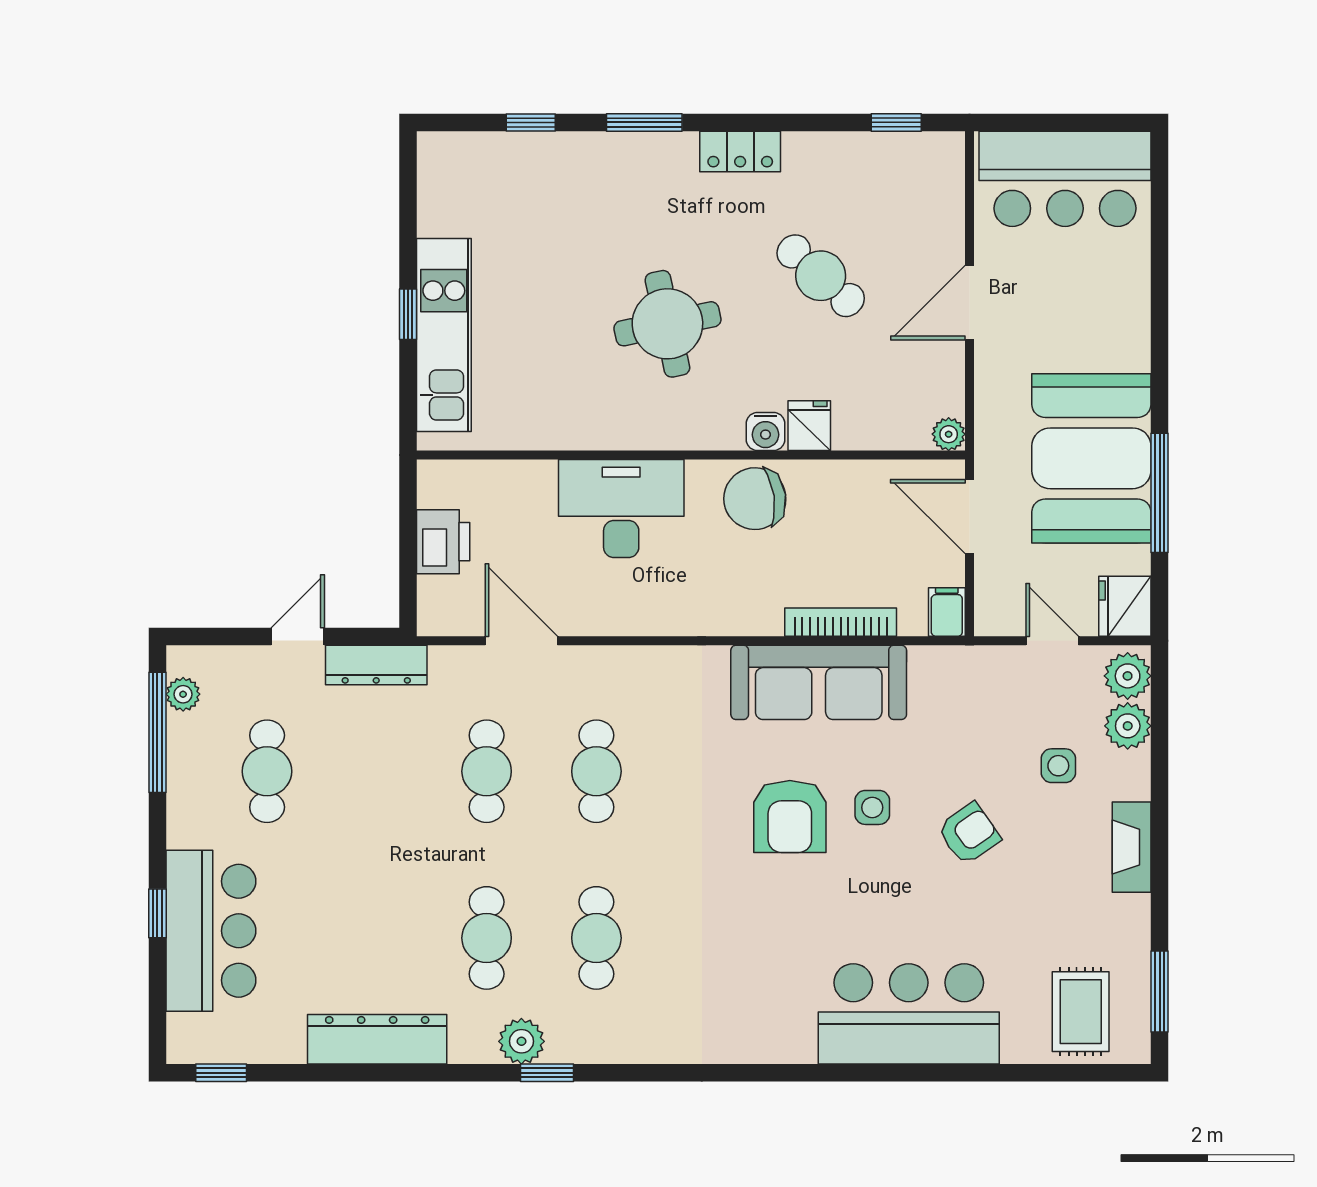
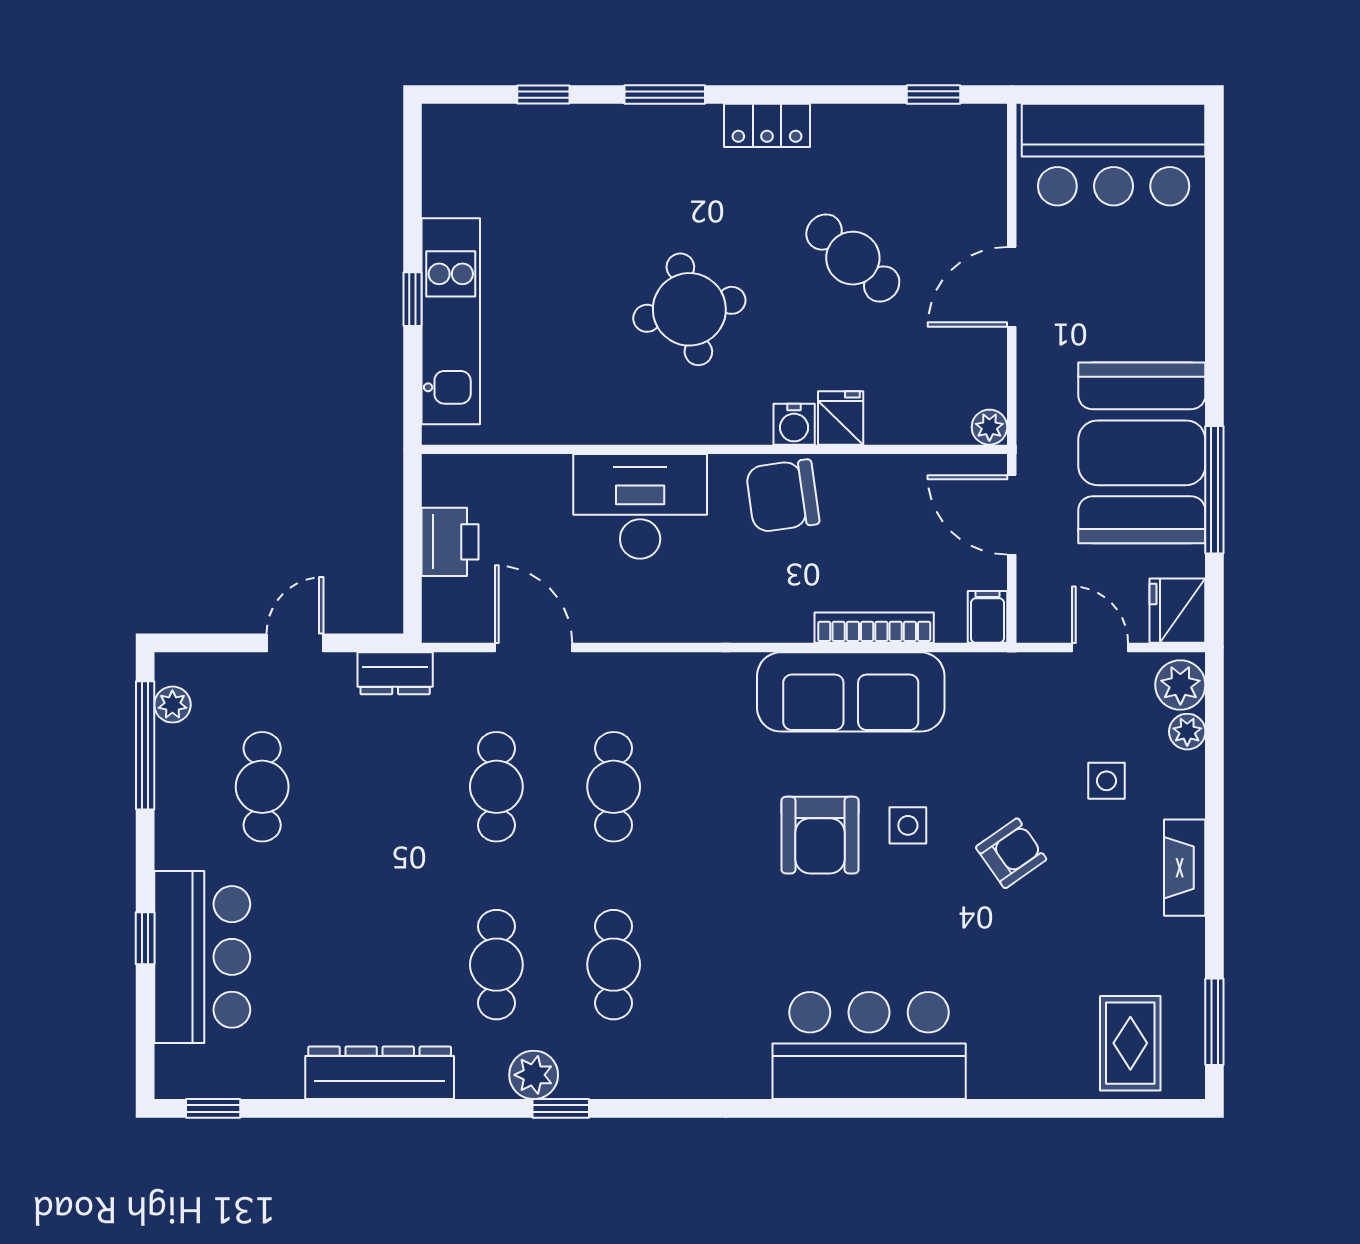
dresser: (376, 665) -> (395, 673), width x0.70
plant: (1128, 726) -> (1187, 732), width x0.73, depth x0.73
bar counter: (909, 1014) -> (869, 1046), moved

